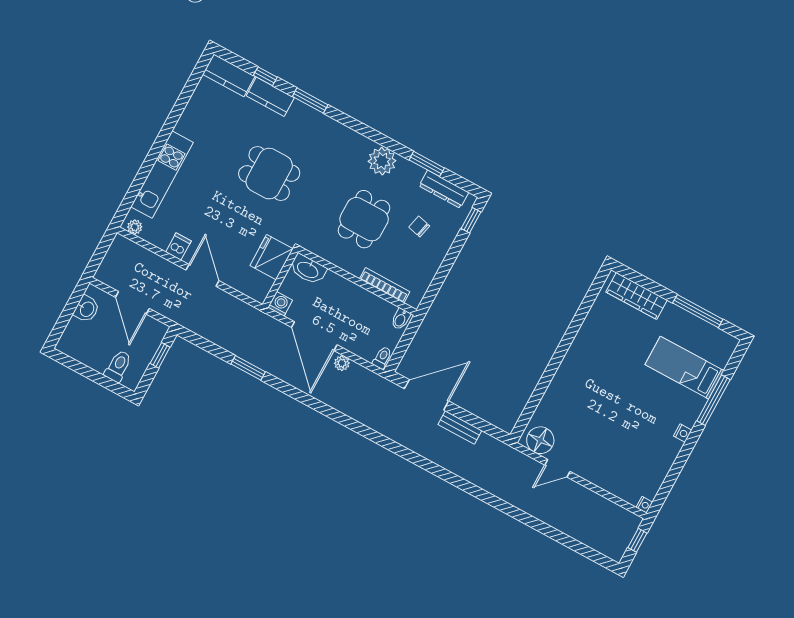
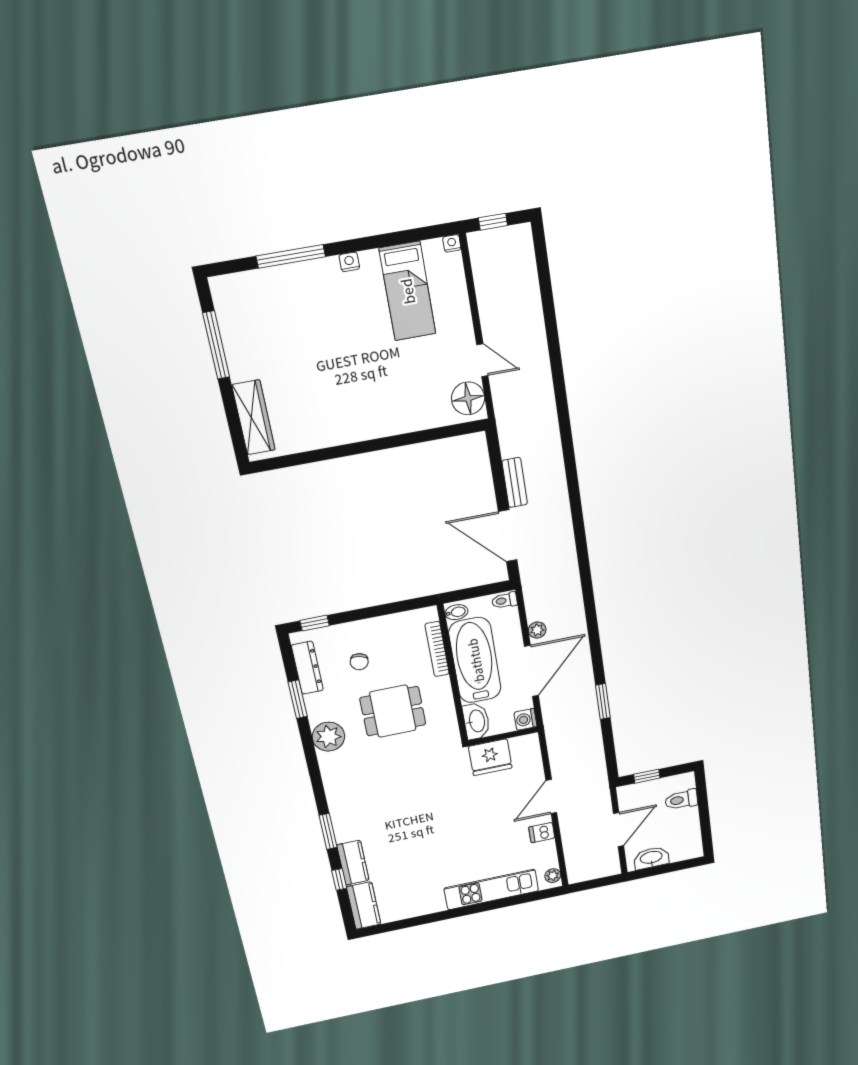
dining table: (269, 174) -> (419, 814), removed
bathtub: (355, 304) -> (475, 660), added
washbasin: (87, 309) -> (651, 858), width x1.38
bed: (685, 368) -> (407, 291), moved

